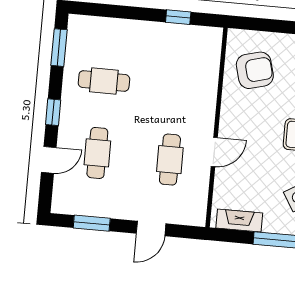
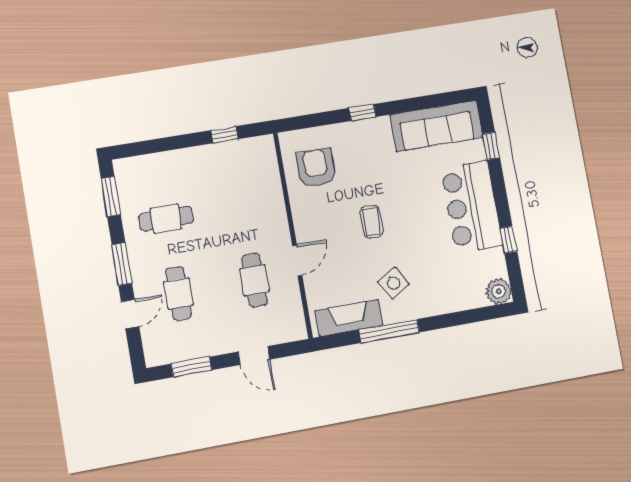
armchair: (255, 70) -> (316, 168), turned -75
window: (53, 112) -> (122, 264), width x1.50
fireplace: (239, 220) -> (349, 318), width x1.37, depth x1.32
door: (151, 229) -> (254, 356), hinge flipped

